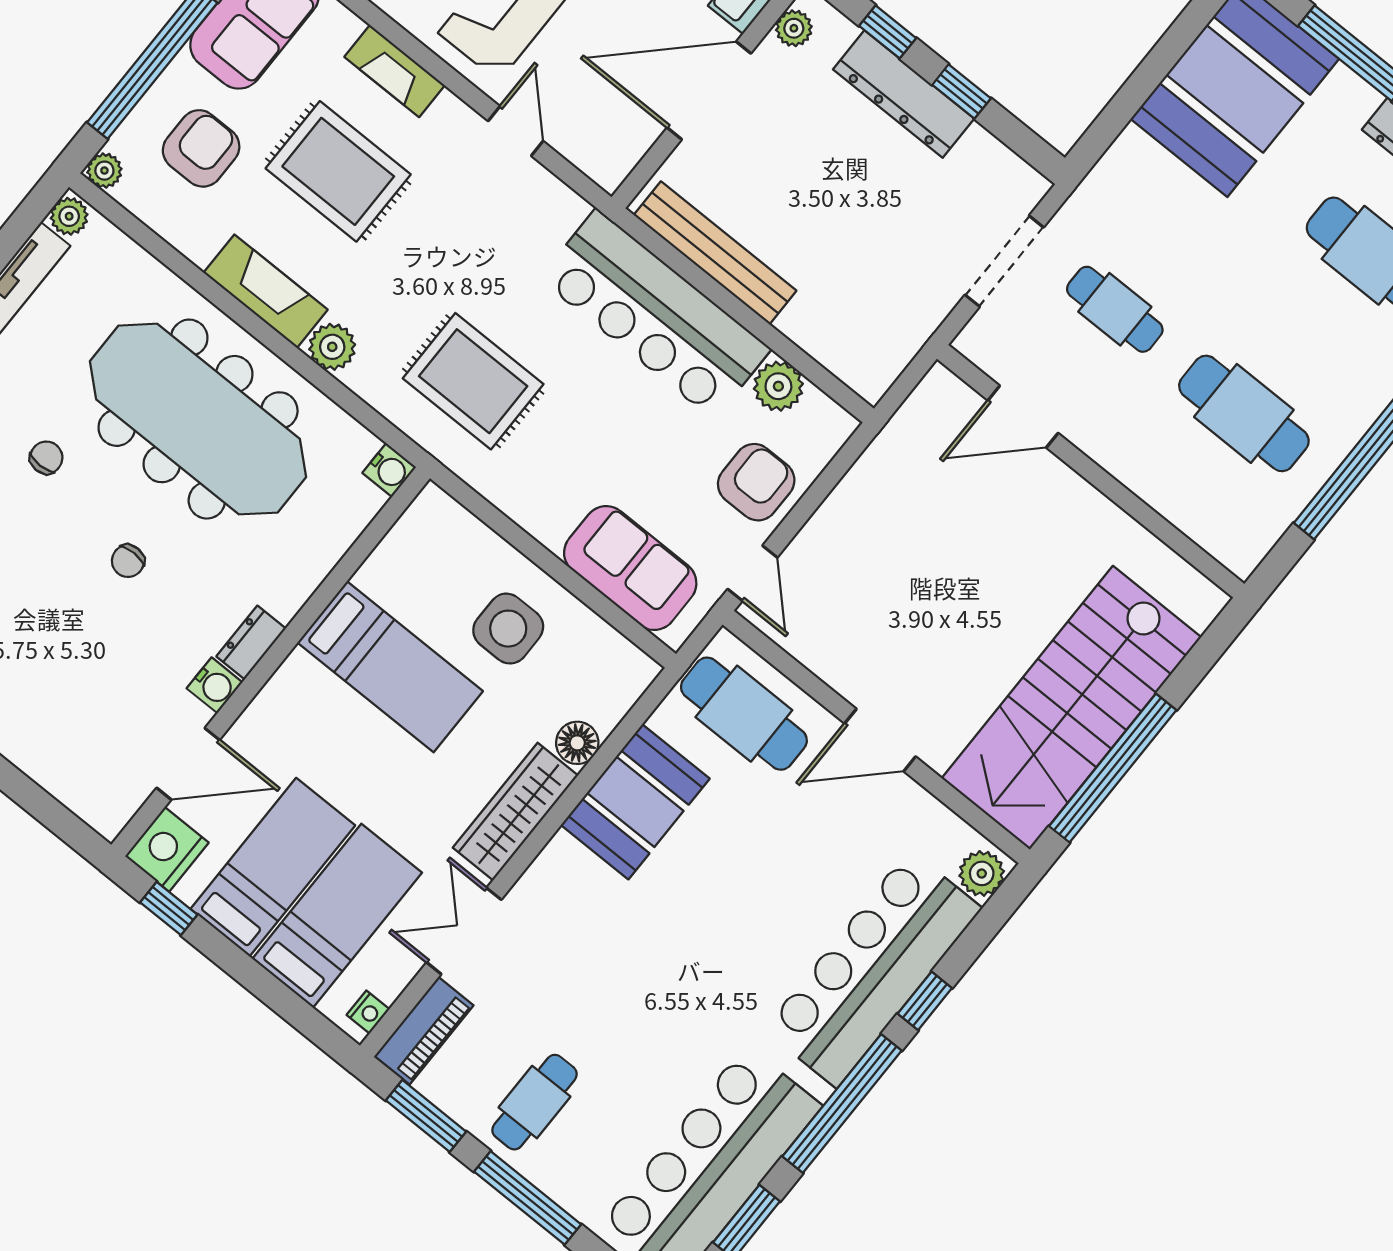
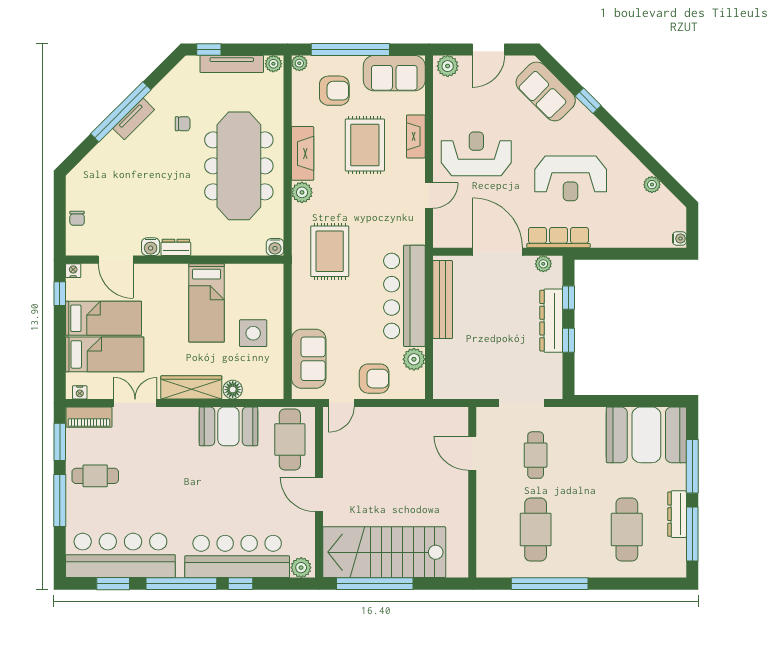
chair: (128, 561) -> (77, 218), moved, turned -90
nightstand: (167, 849) -> (73, 271), width x0.53, depth x0.56

